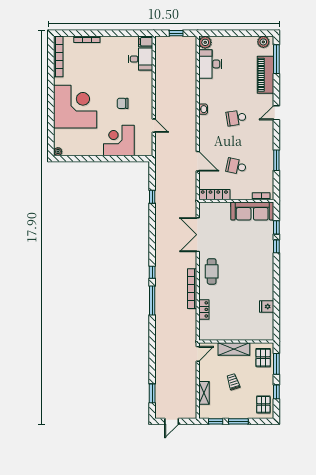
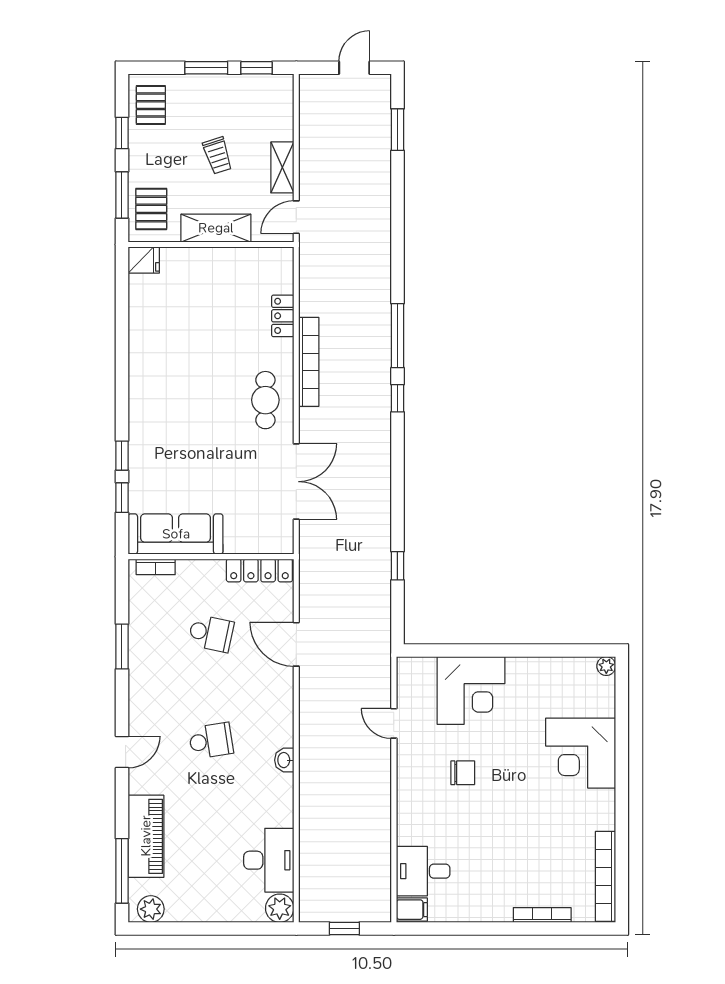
corner desk: (75, 107) -> (581, 753), width x0.74, depth x0.74
fridge: (267, 306) -> (144, 260), moved
shelving: (204, 393) -> (282, 167), moved

